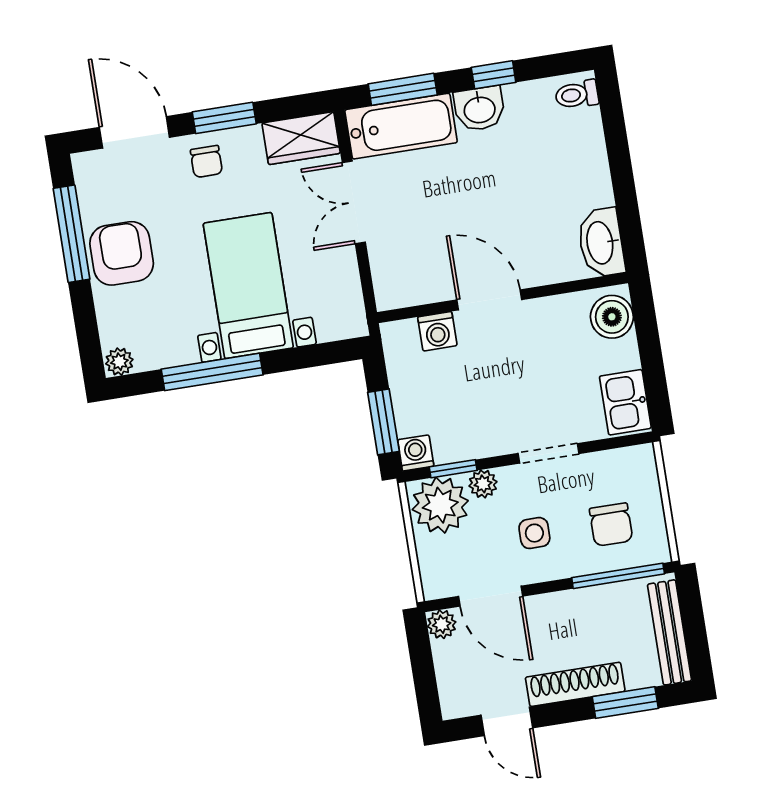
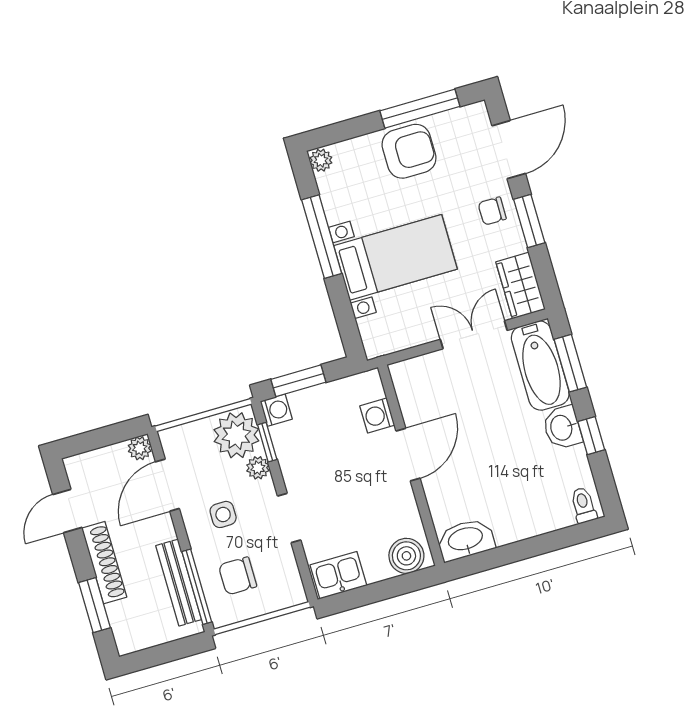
bench: (670, 632) -> (179, 583), moved, turned 90

